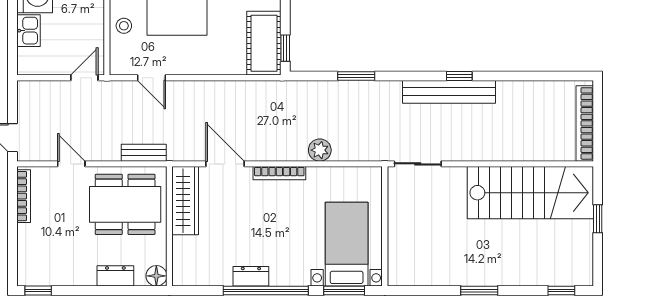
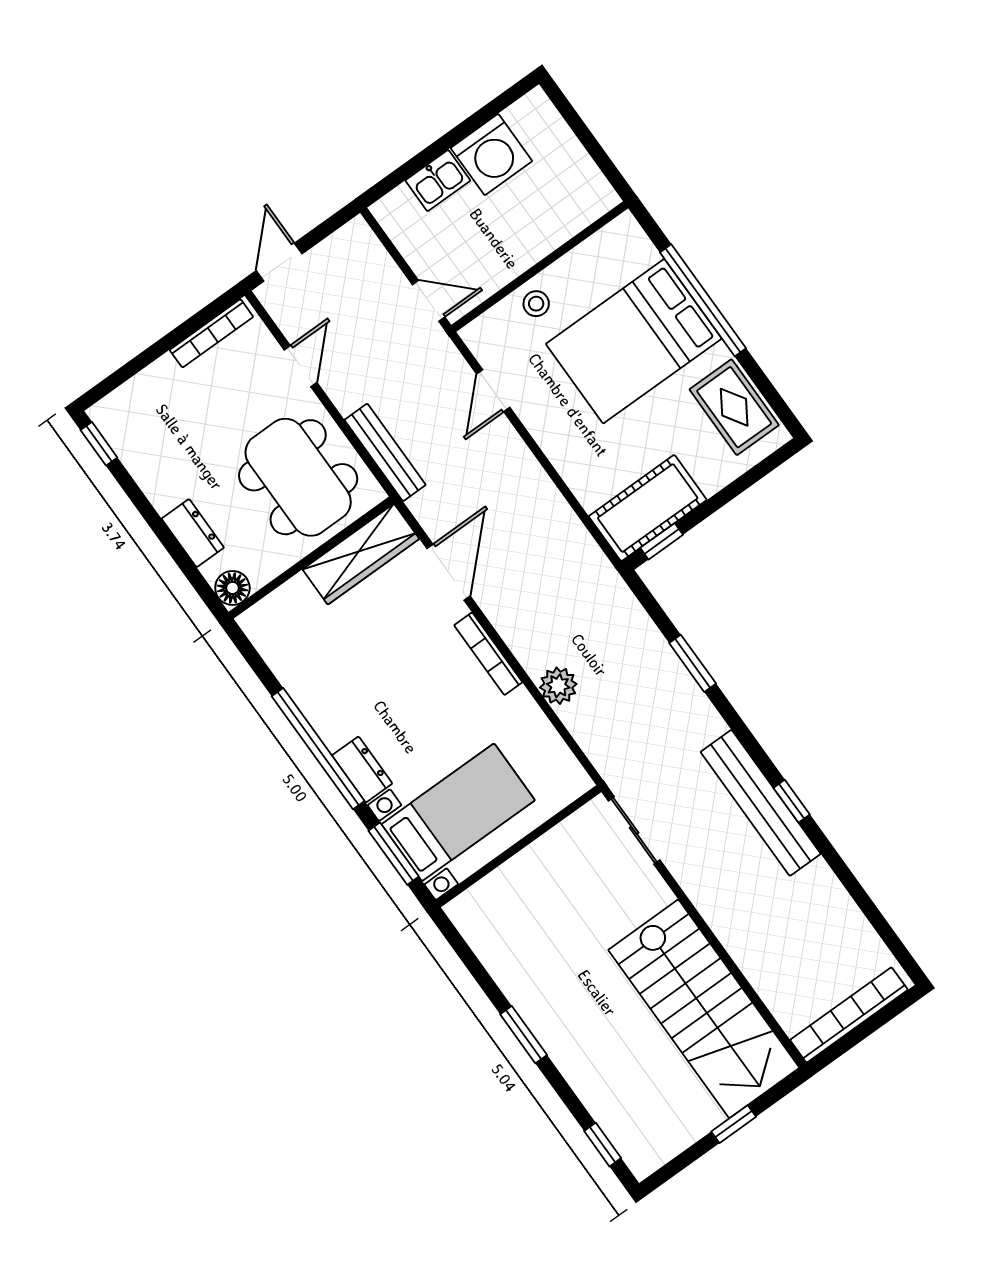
bench: (144, 153) -> (385, 452), width x1.36
dresser: (251, 276) -> (362, 770), moved

